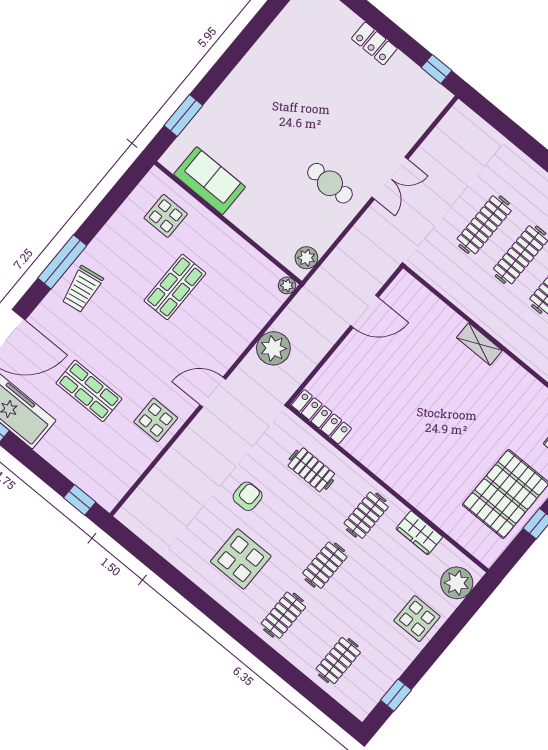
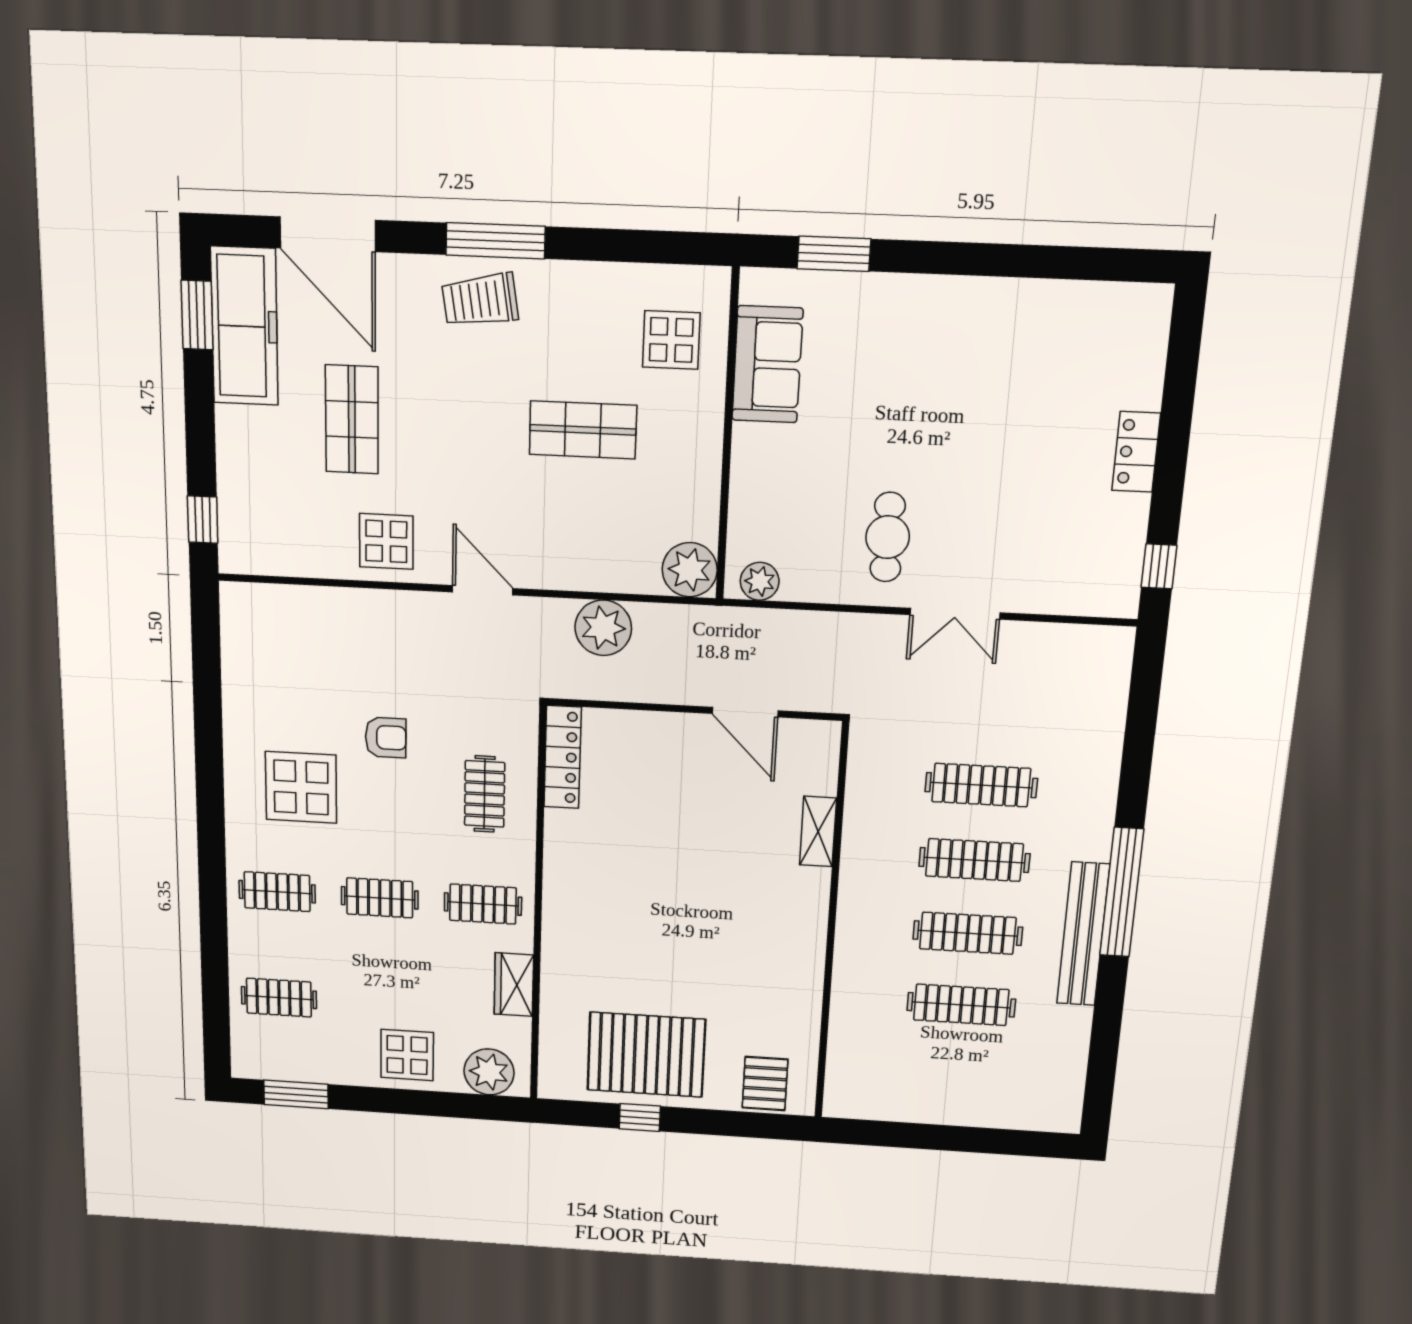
plant: (287, 285) -> (690, 570), width x1.88, depth x1.88
shelving: (479, 344) -> (818, 831), moved
window: (396, 695) -> (296, 1094), width x1.50

